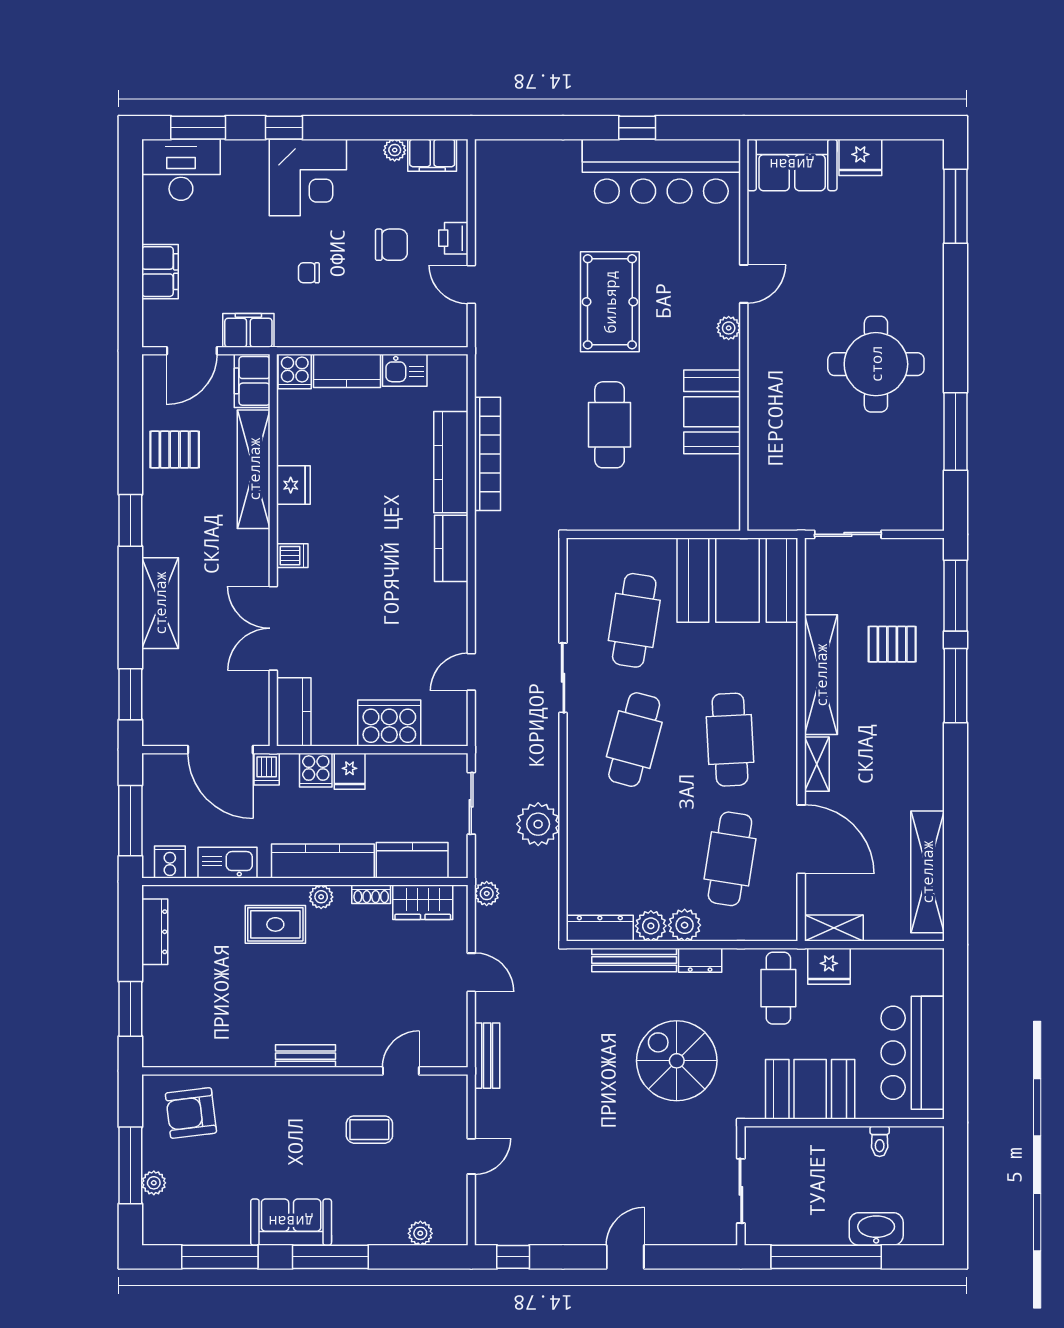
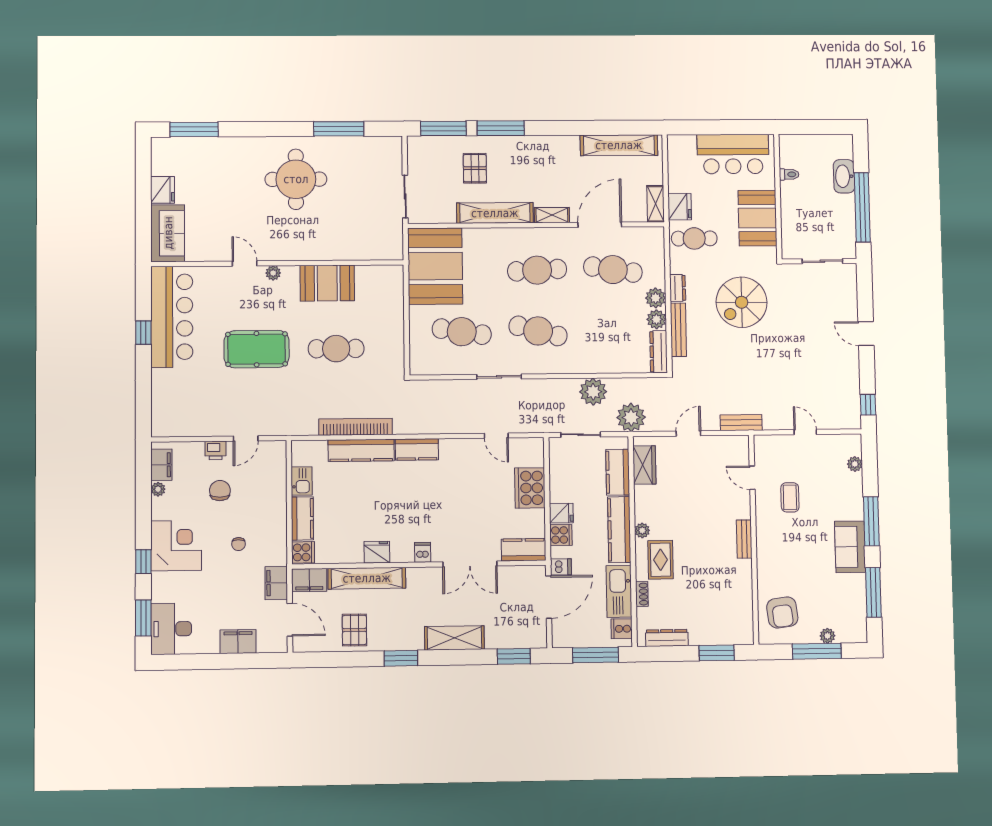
kitchen sink: (228, 863) -> (619, 591), width x1.36, depth x1.24
plant: (487, 893) -> (631, 417), width x1.88, depth x1.88
shoe rack: (371, 894) -> (642, 594), moved

